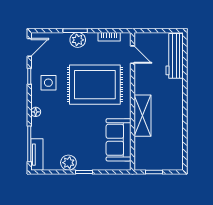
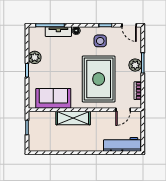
tv unit: (37, 155) -> (58, 32), moved

